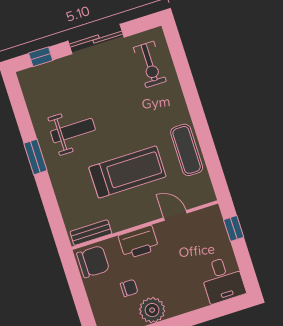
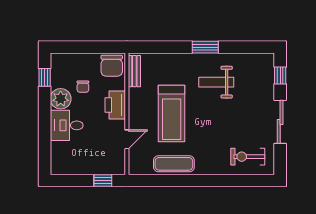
weight bench: (73, 131) -> (216, 82), turned 90
desk: (223, 280) -> (67, 125), moved

